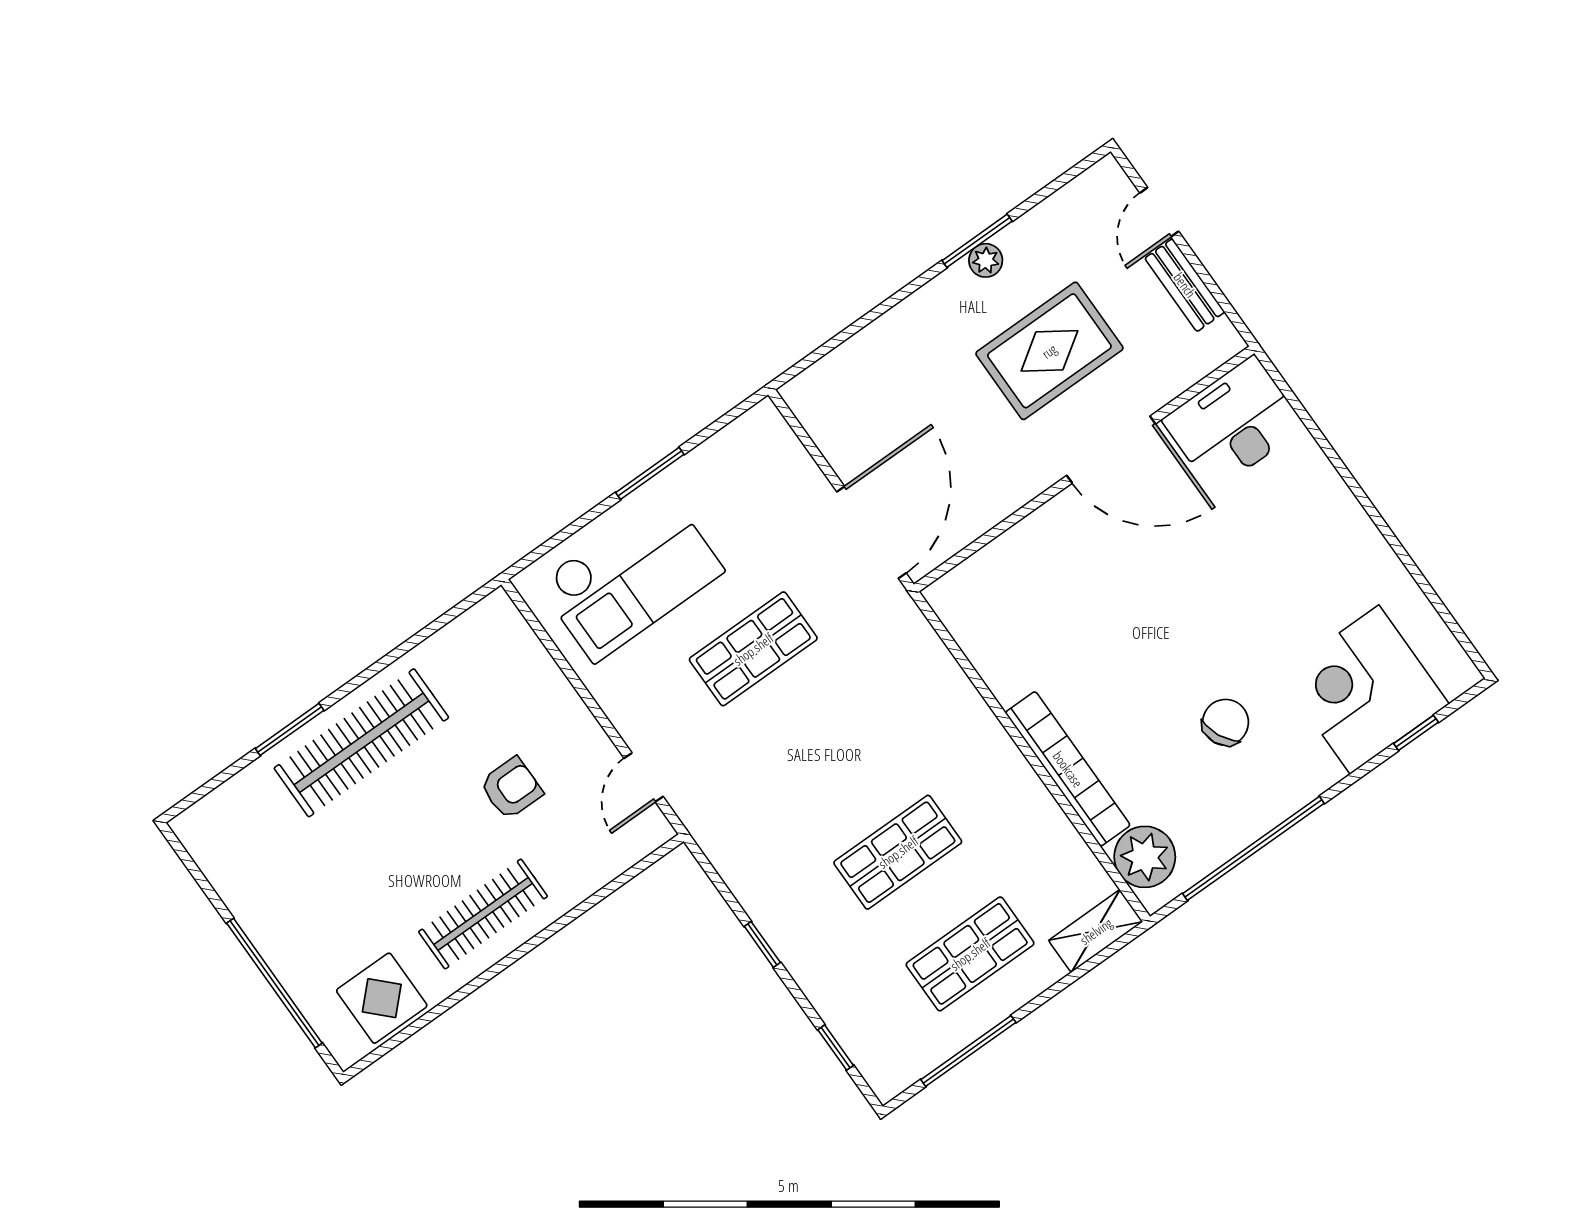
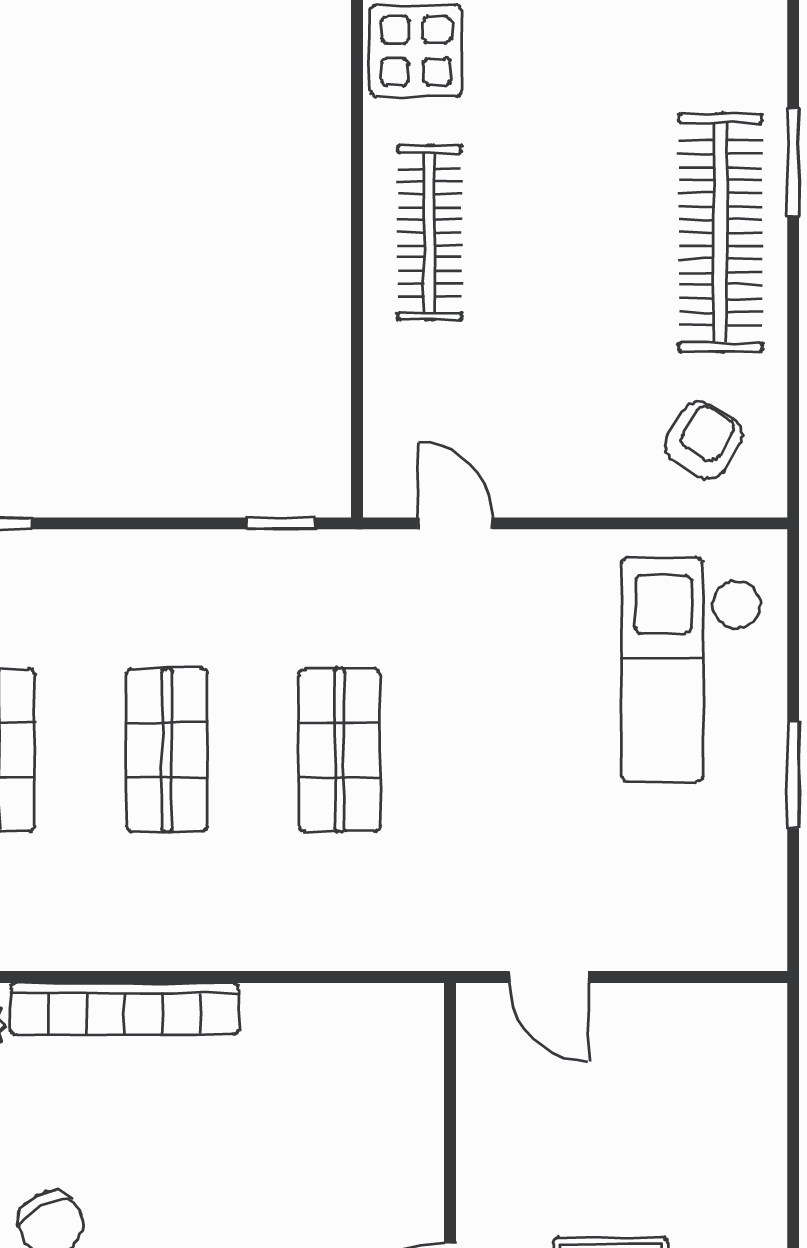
door: (871, 532) -> (549, 977), width x0.53
shop shelf: (753, 649) -> (340, 750), moved
armchair: (511, 788) -> (704, 440), moved, turned -148
window: (762, 944) -> (281, 523), moved

